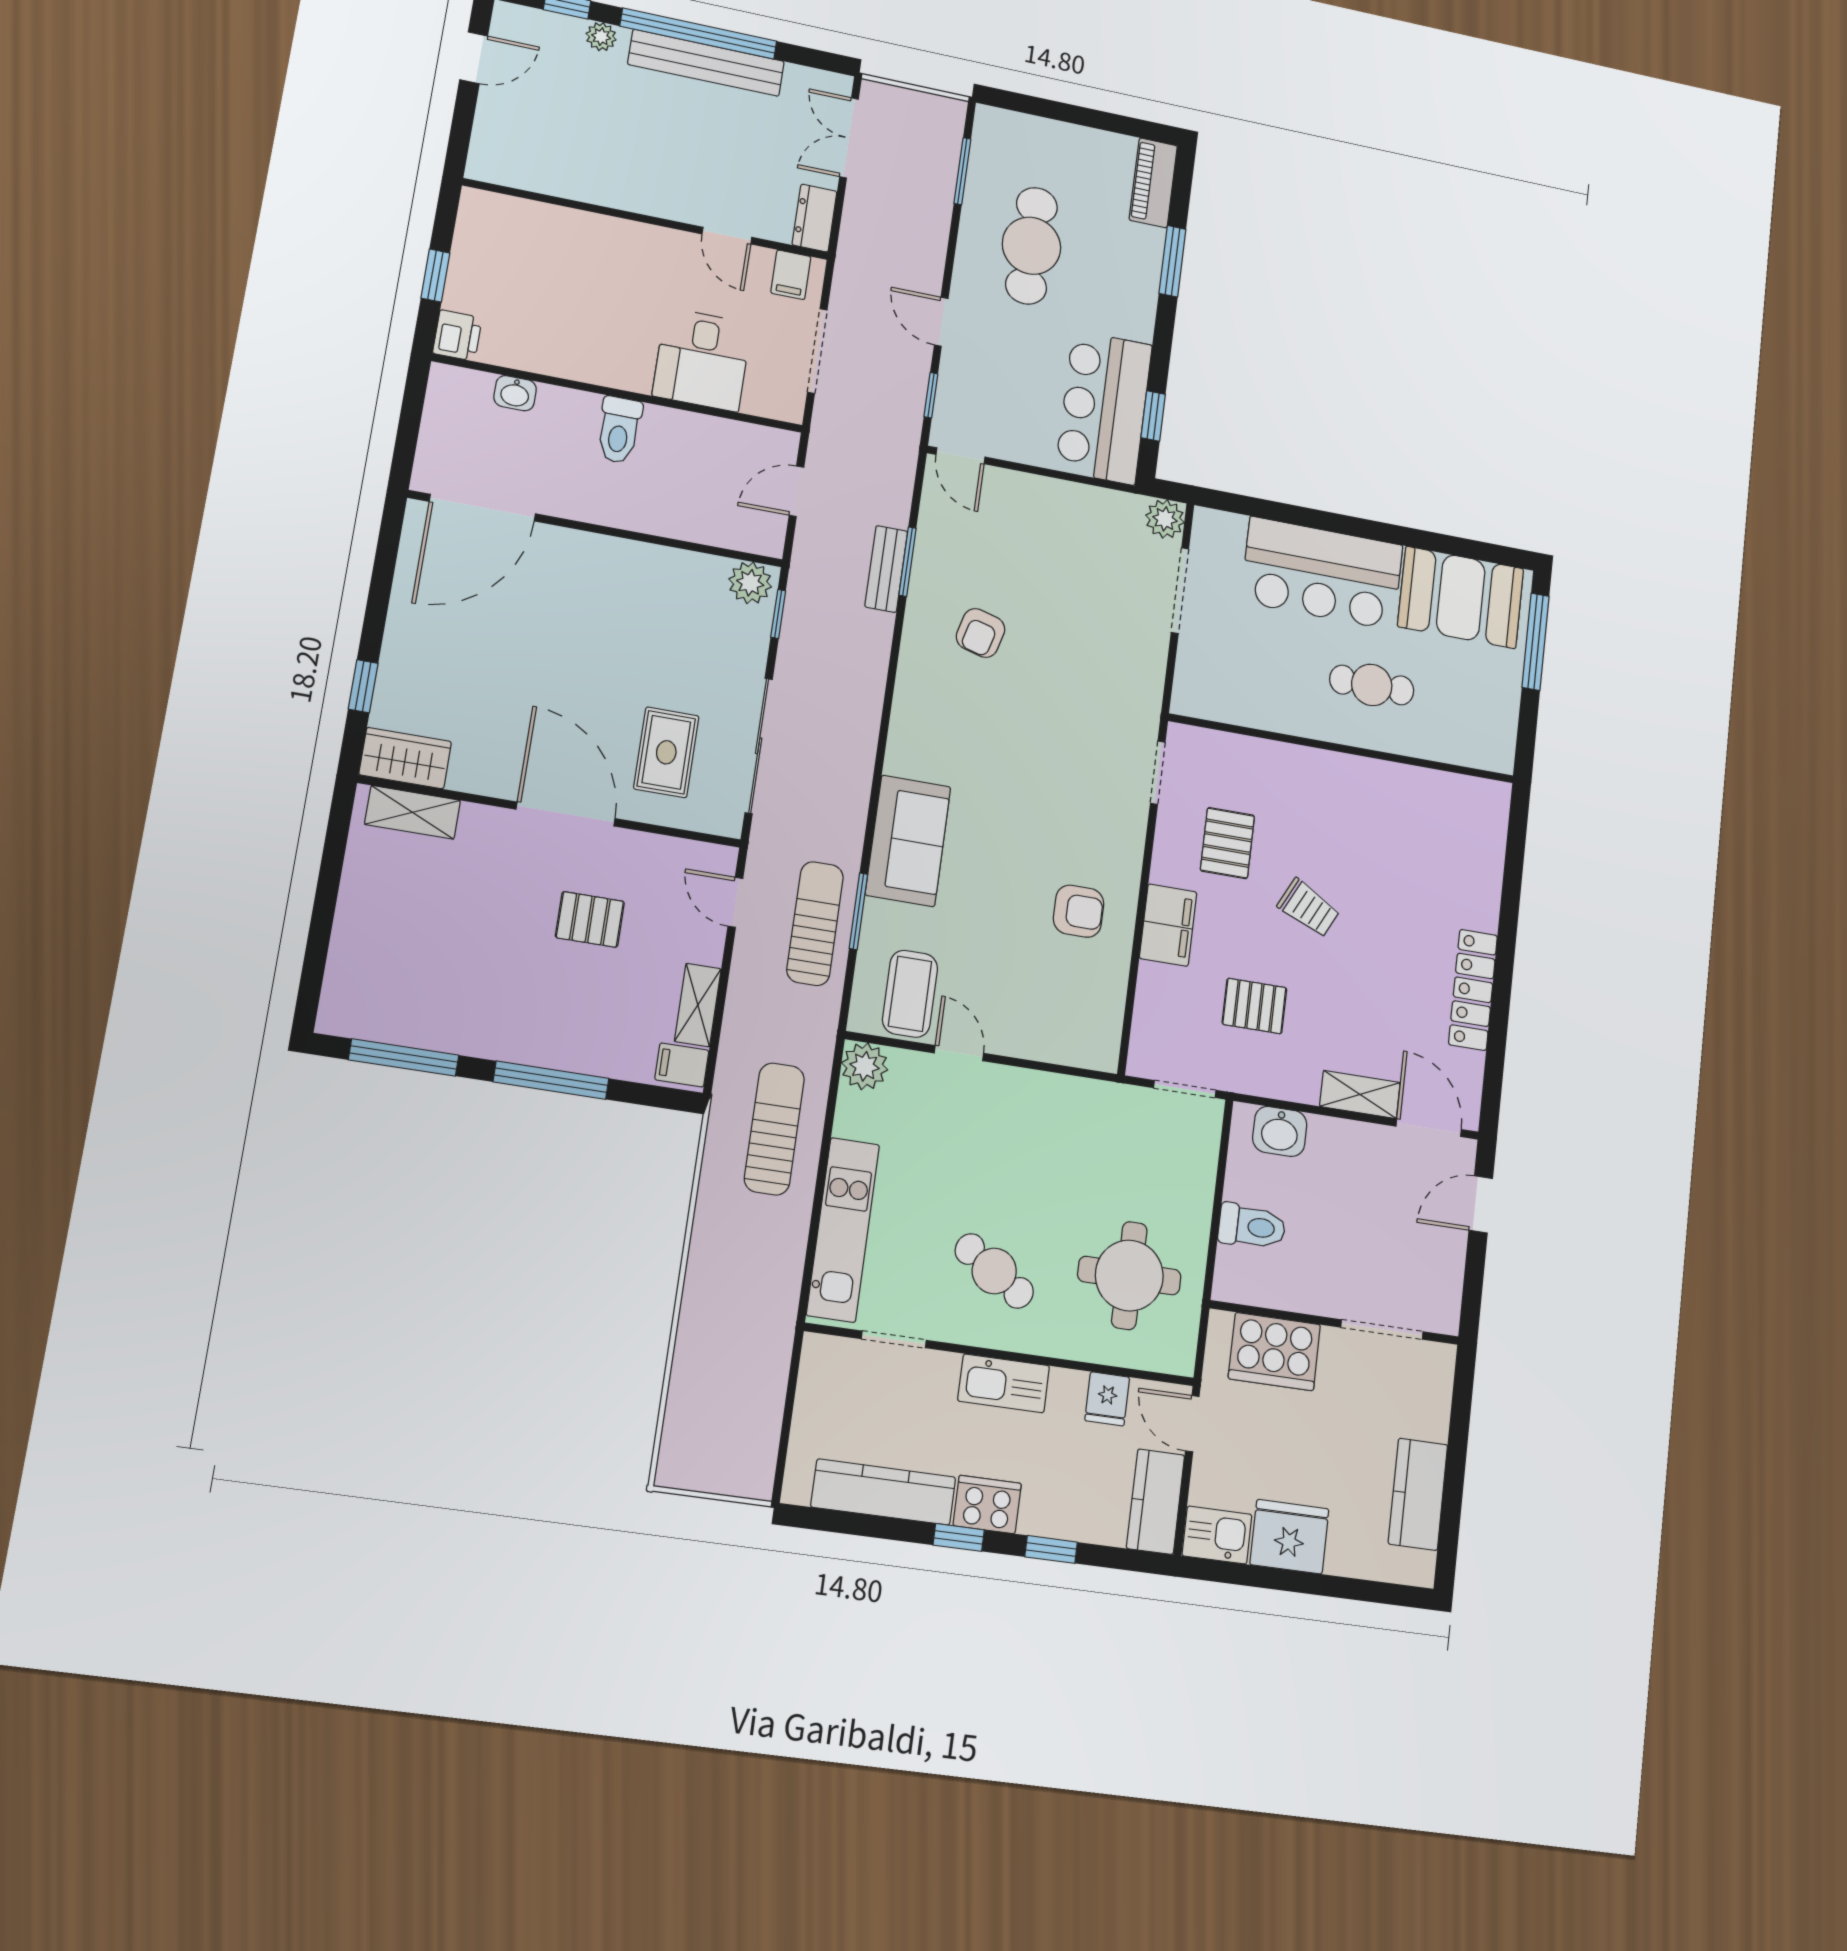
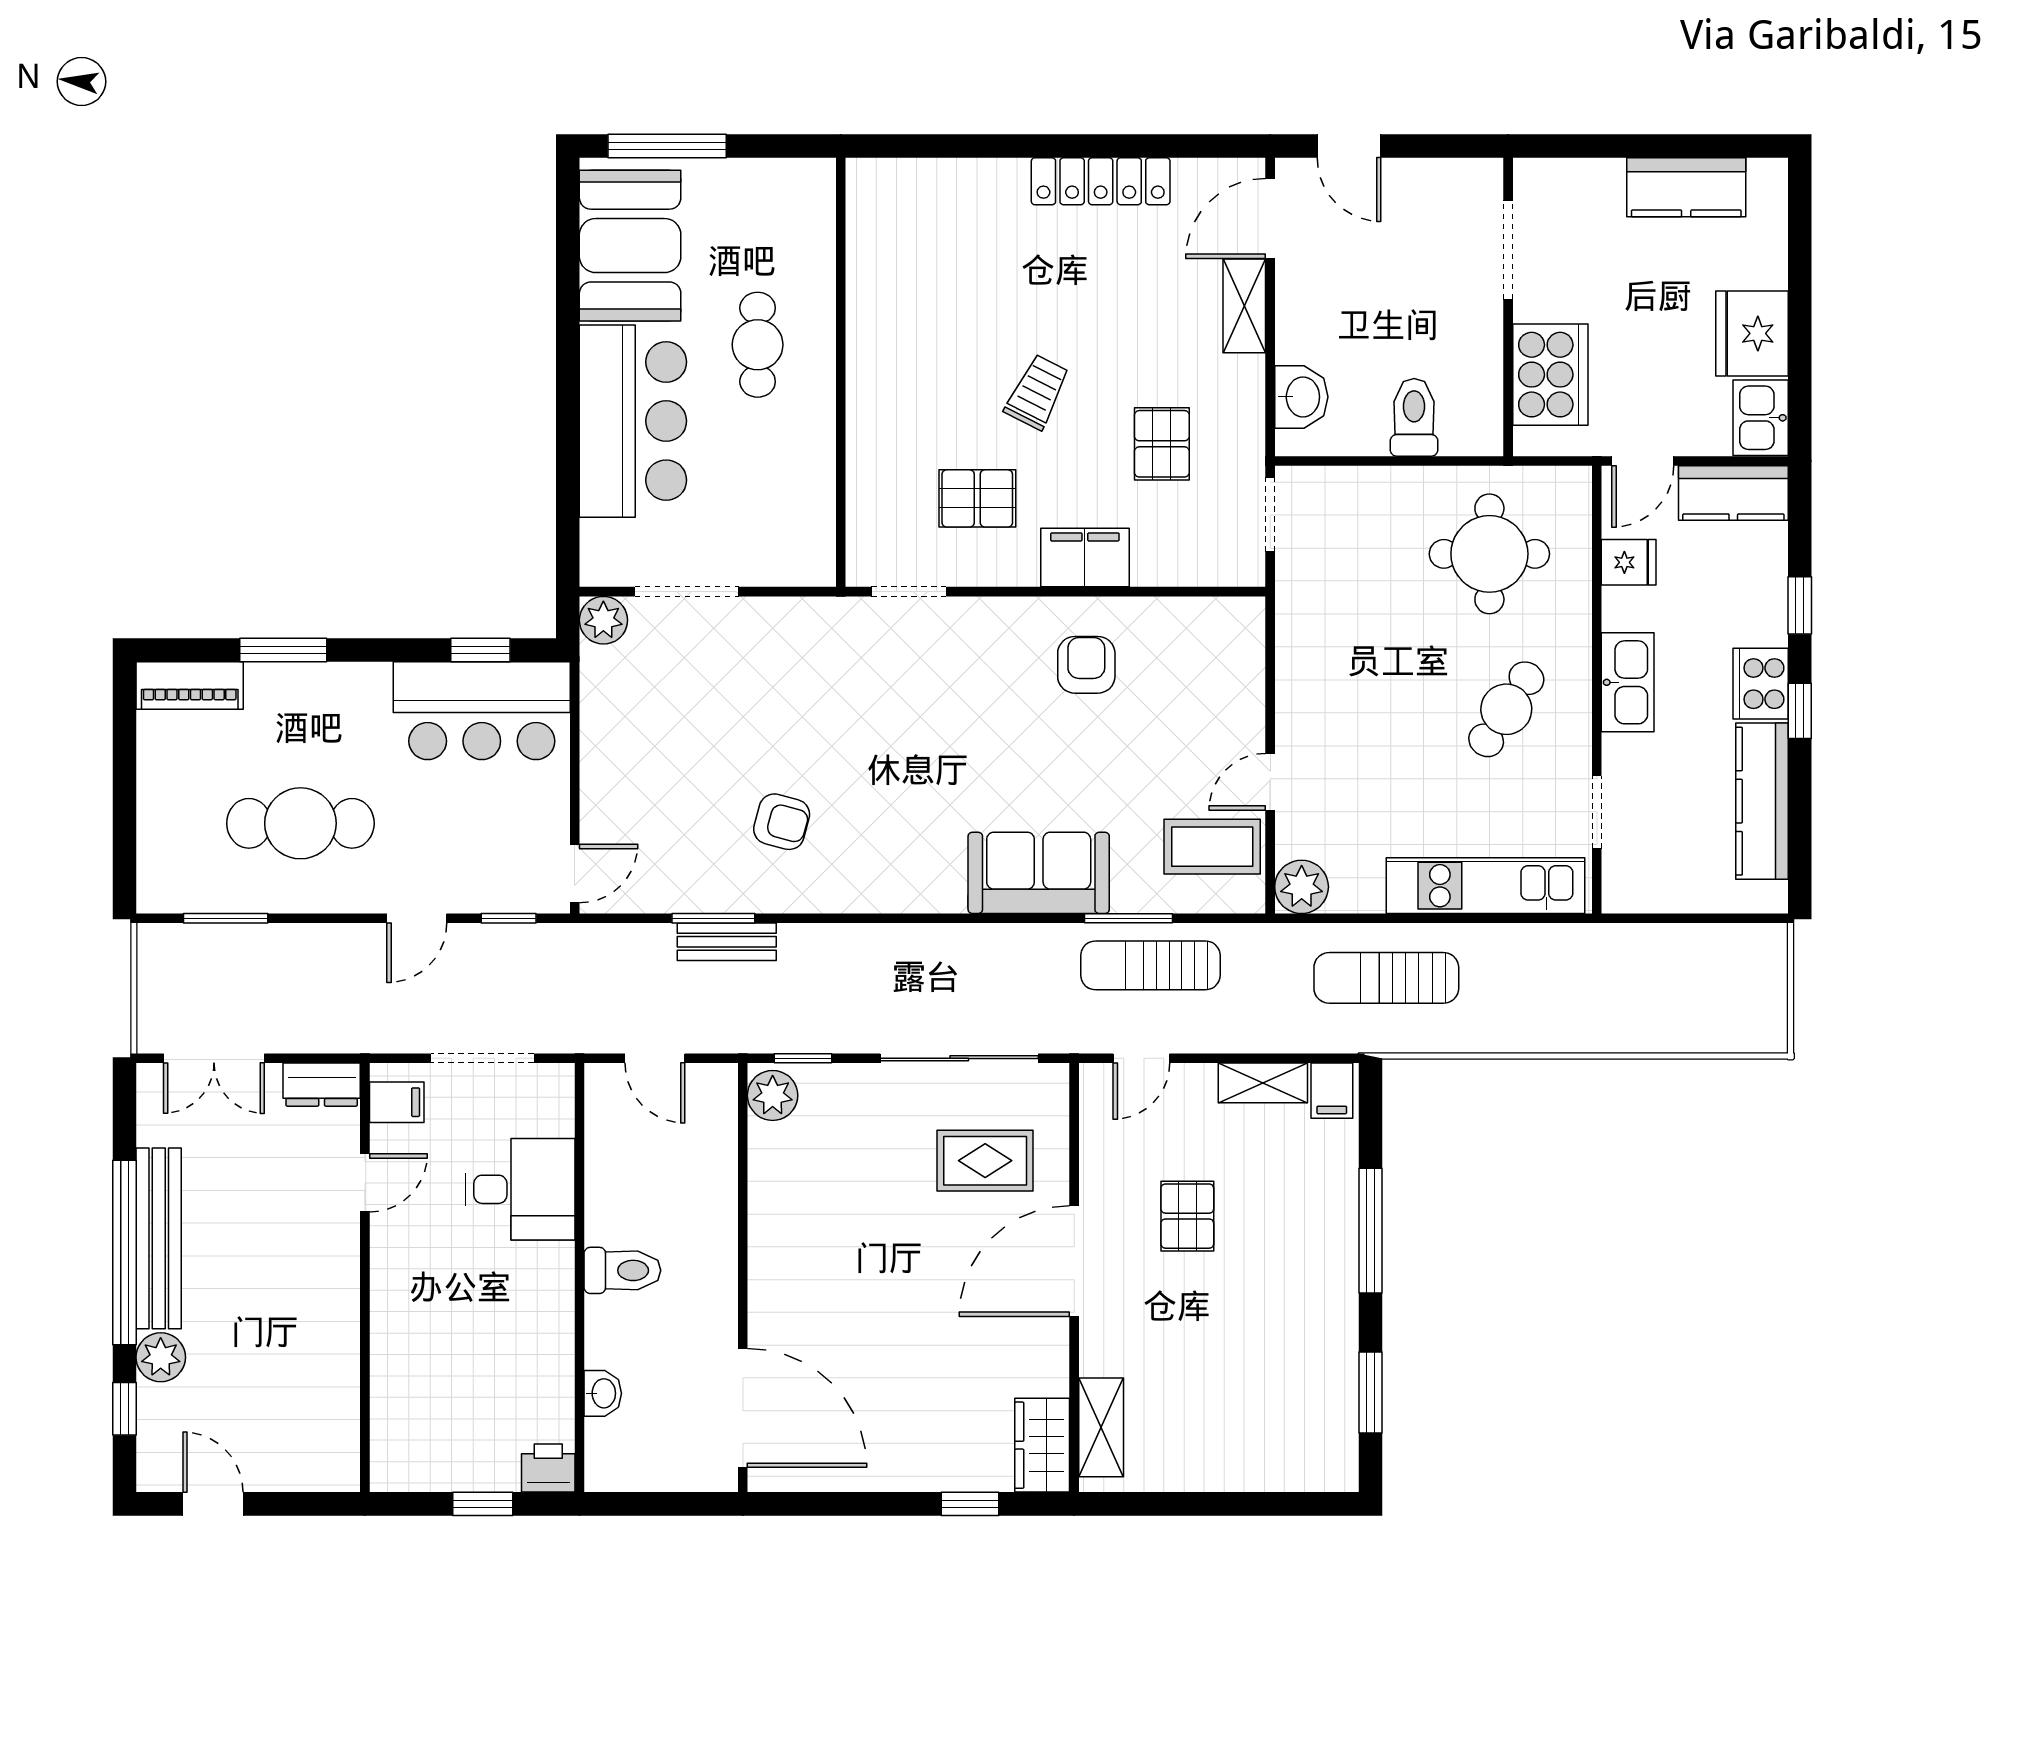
plant: (601, 37) -> (161, 1357), width x1.38, depth x1.38
window: (404, 1057) -> (1370, 1392), width x0.69

